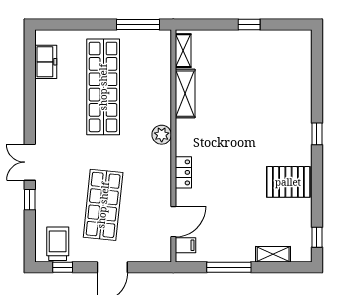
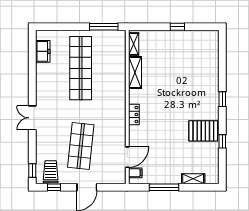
plant: (162, 135) -> (119, 100), removed
locker: (183, 172) -> (134, 115), moved
window: (30, 200) -> (32, 170), moved
window: (317, 237) -> (222, 141), moved

